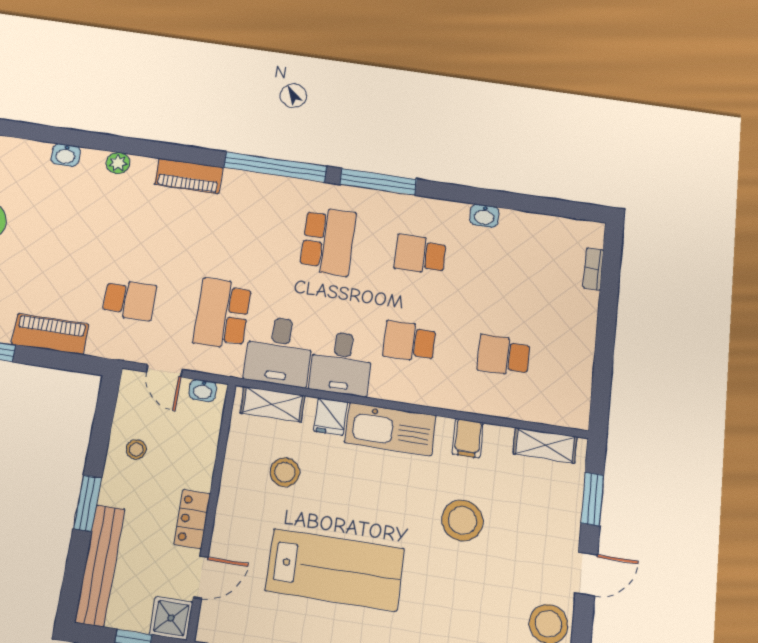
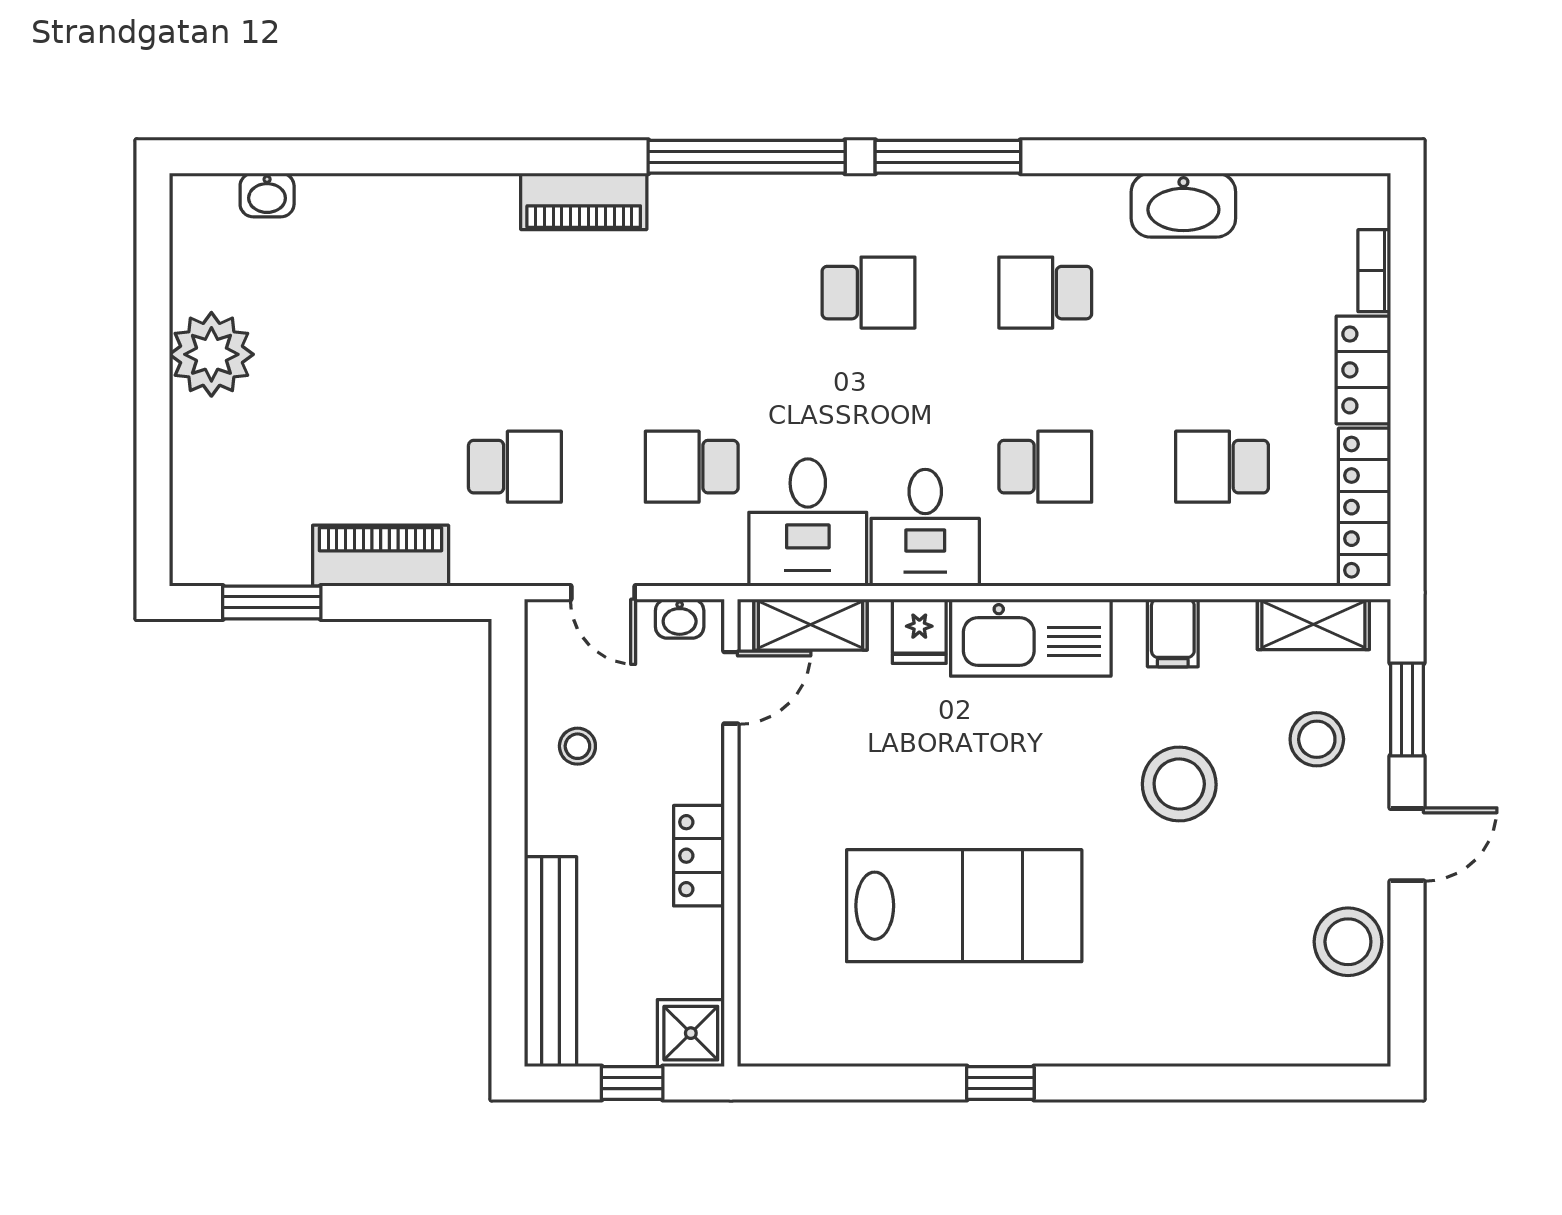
washbasin: (66, 155) -> (267, 195), moved
plant: (118, 163) -> (443, 196), removed
washbasin: (484, 216) -> (1183, 205), width x1.91, depth x1.45
school desk: (328, 241) -> (868, 293), width x0.54
school desk: (222, 314) -> (692, 467), width x0.54
locker: (584, 318) -> (1363, 370), added
school desk: (409, 341) -> (1045, 467), turned 180
locker: (578, 388) -> (1365, 507), added
stool: (285, 472) -> (1317, 739), moved
window: (87, 503) -> (508, 856), removed
door: (201, 577) -> (731, 688), moved

